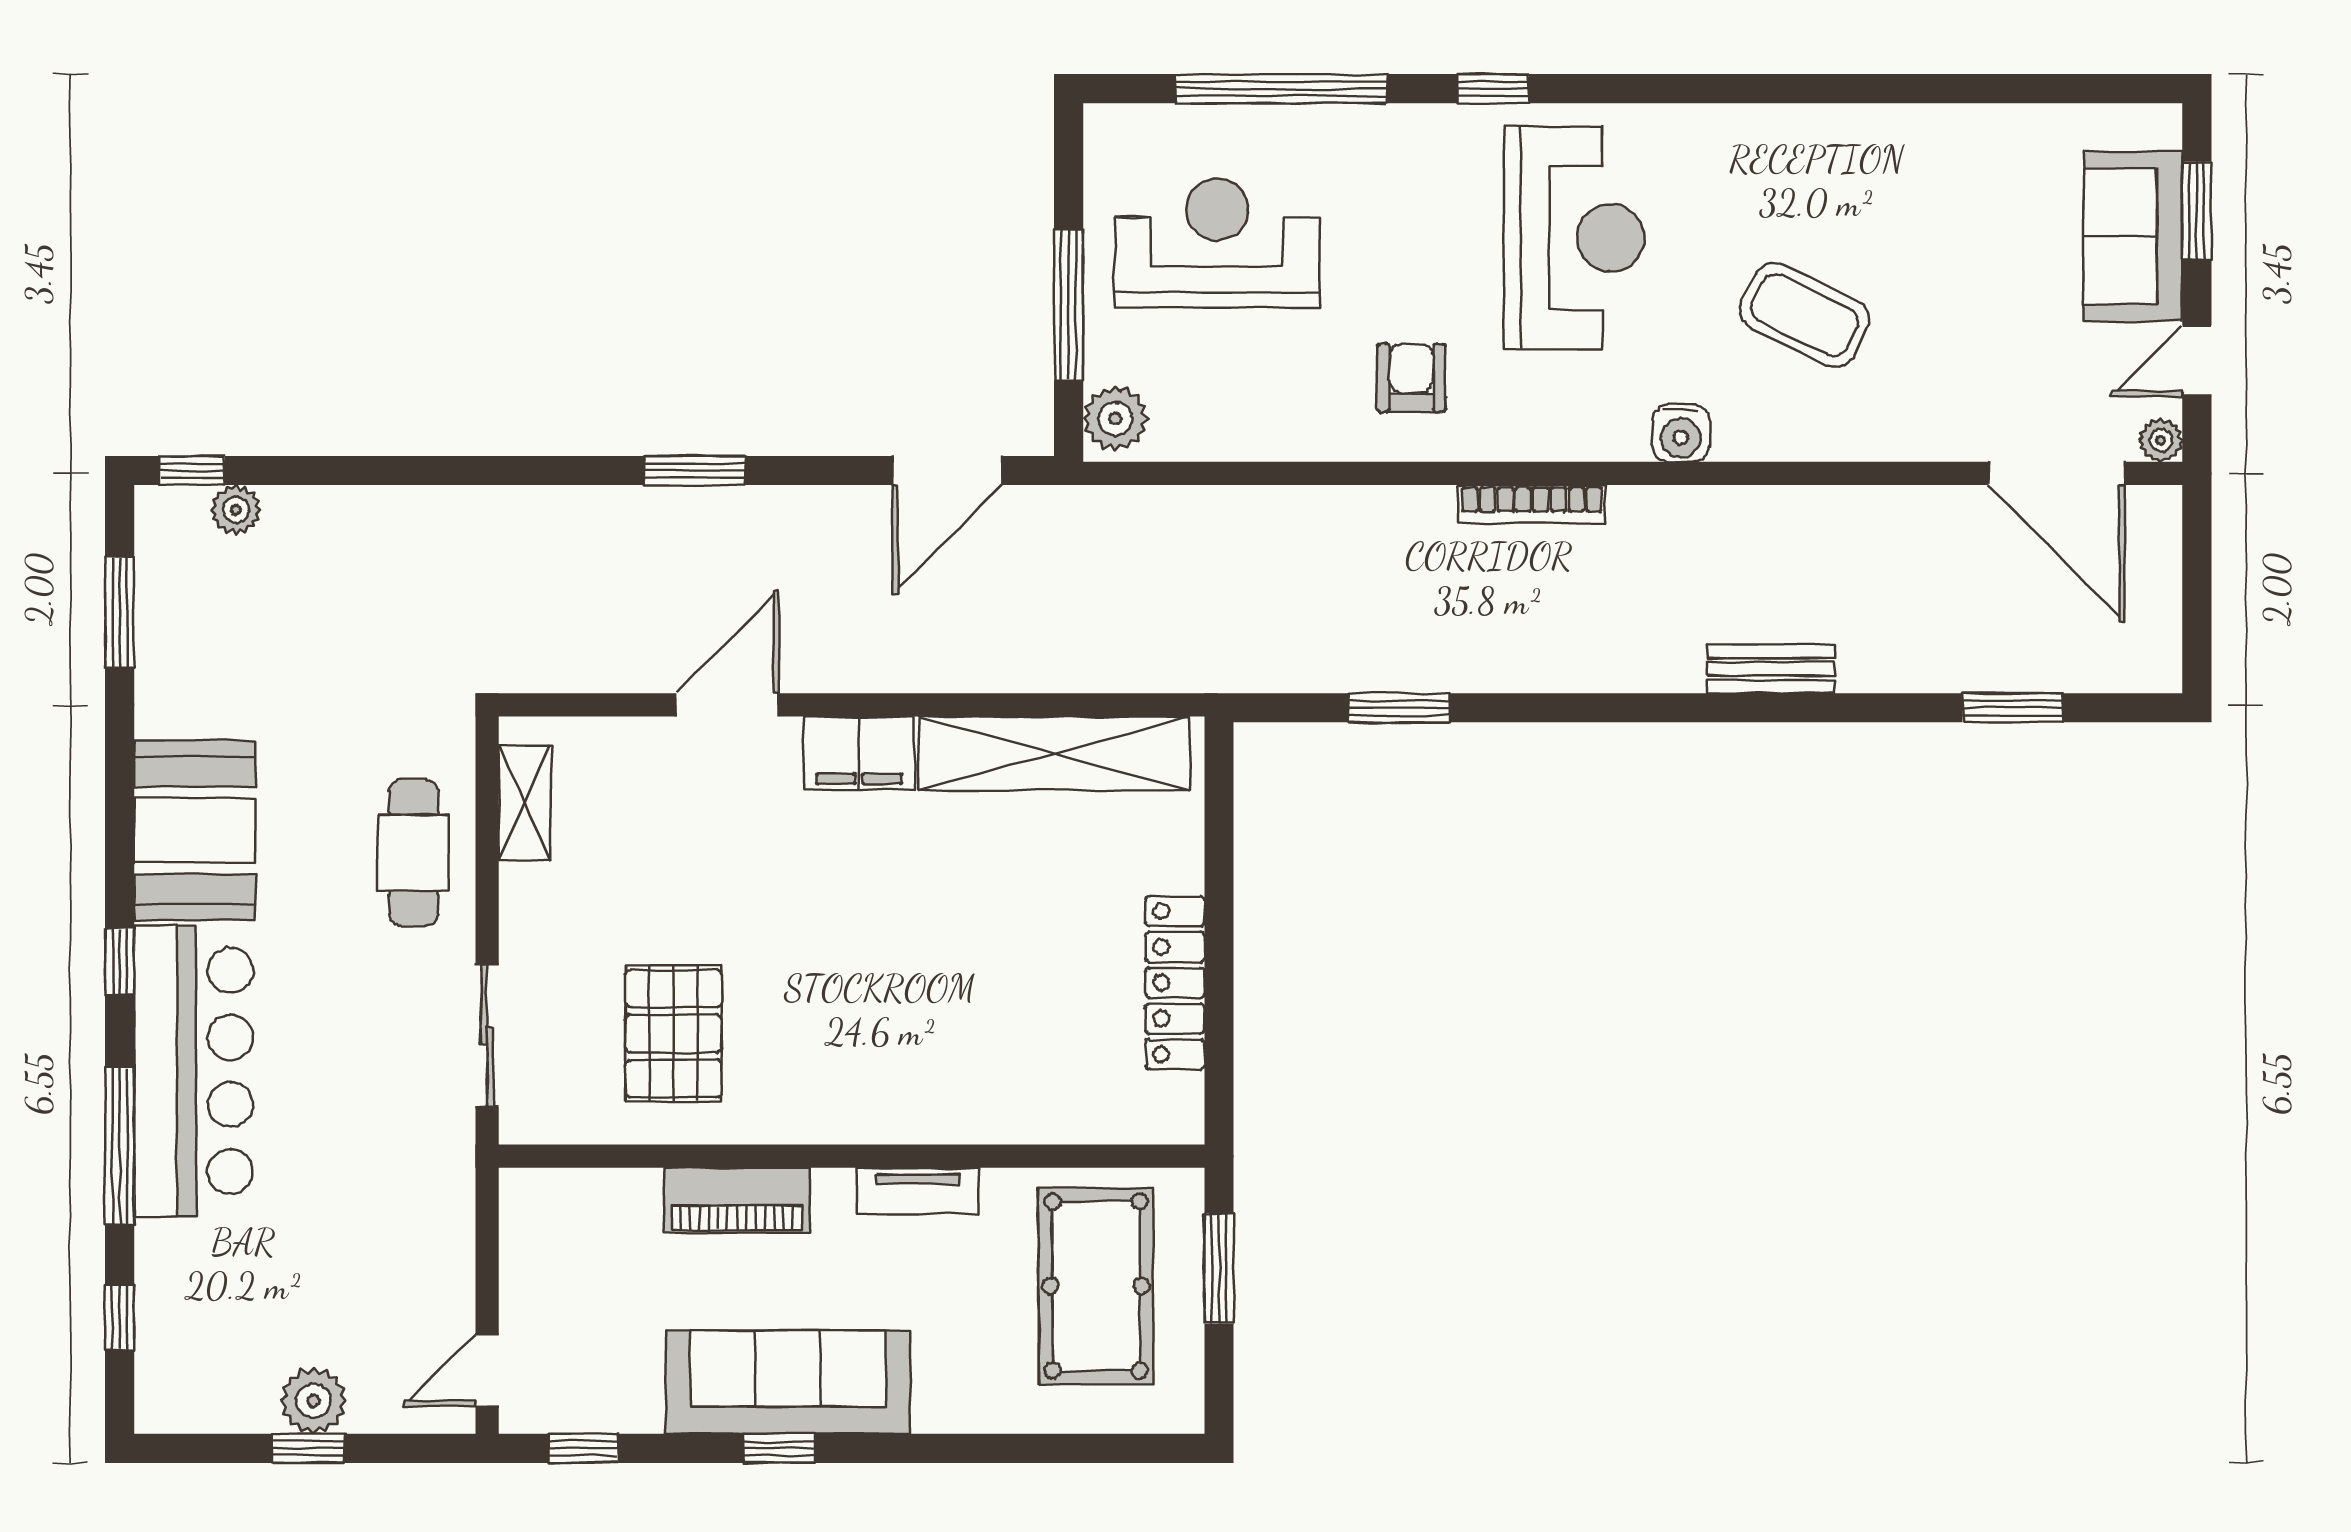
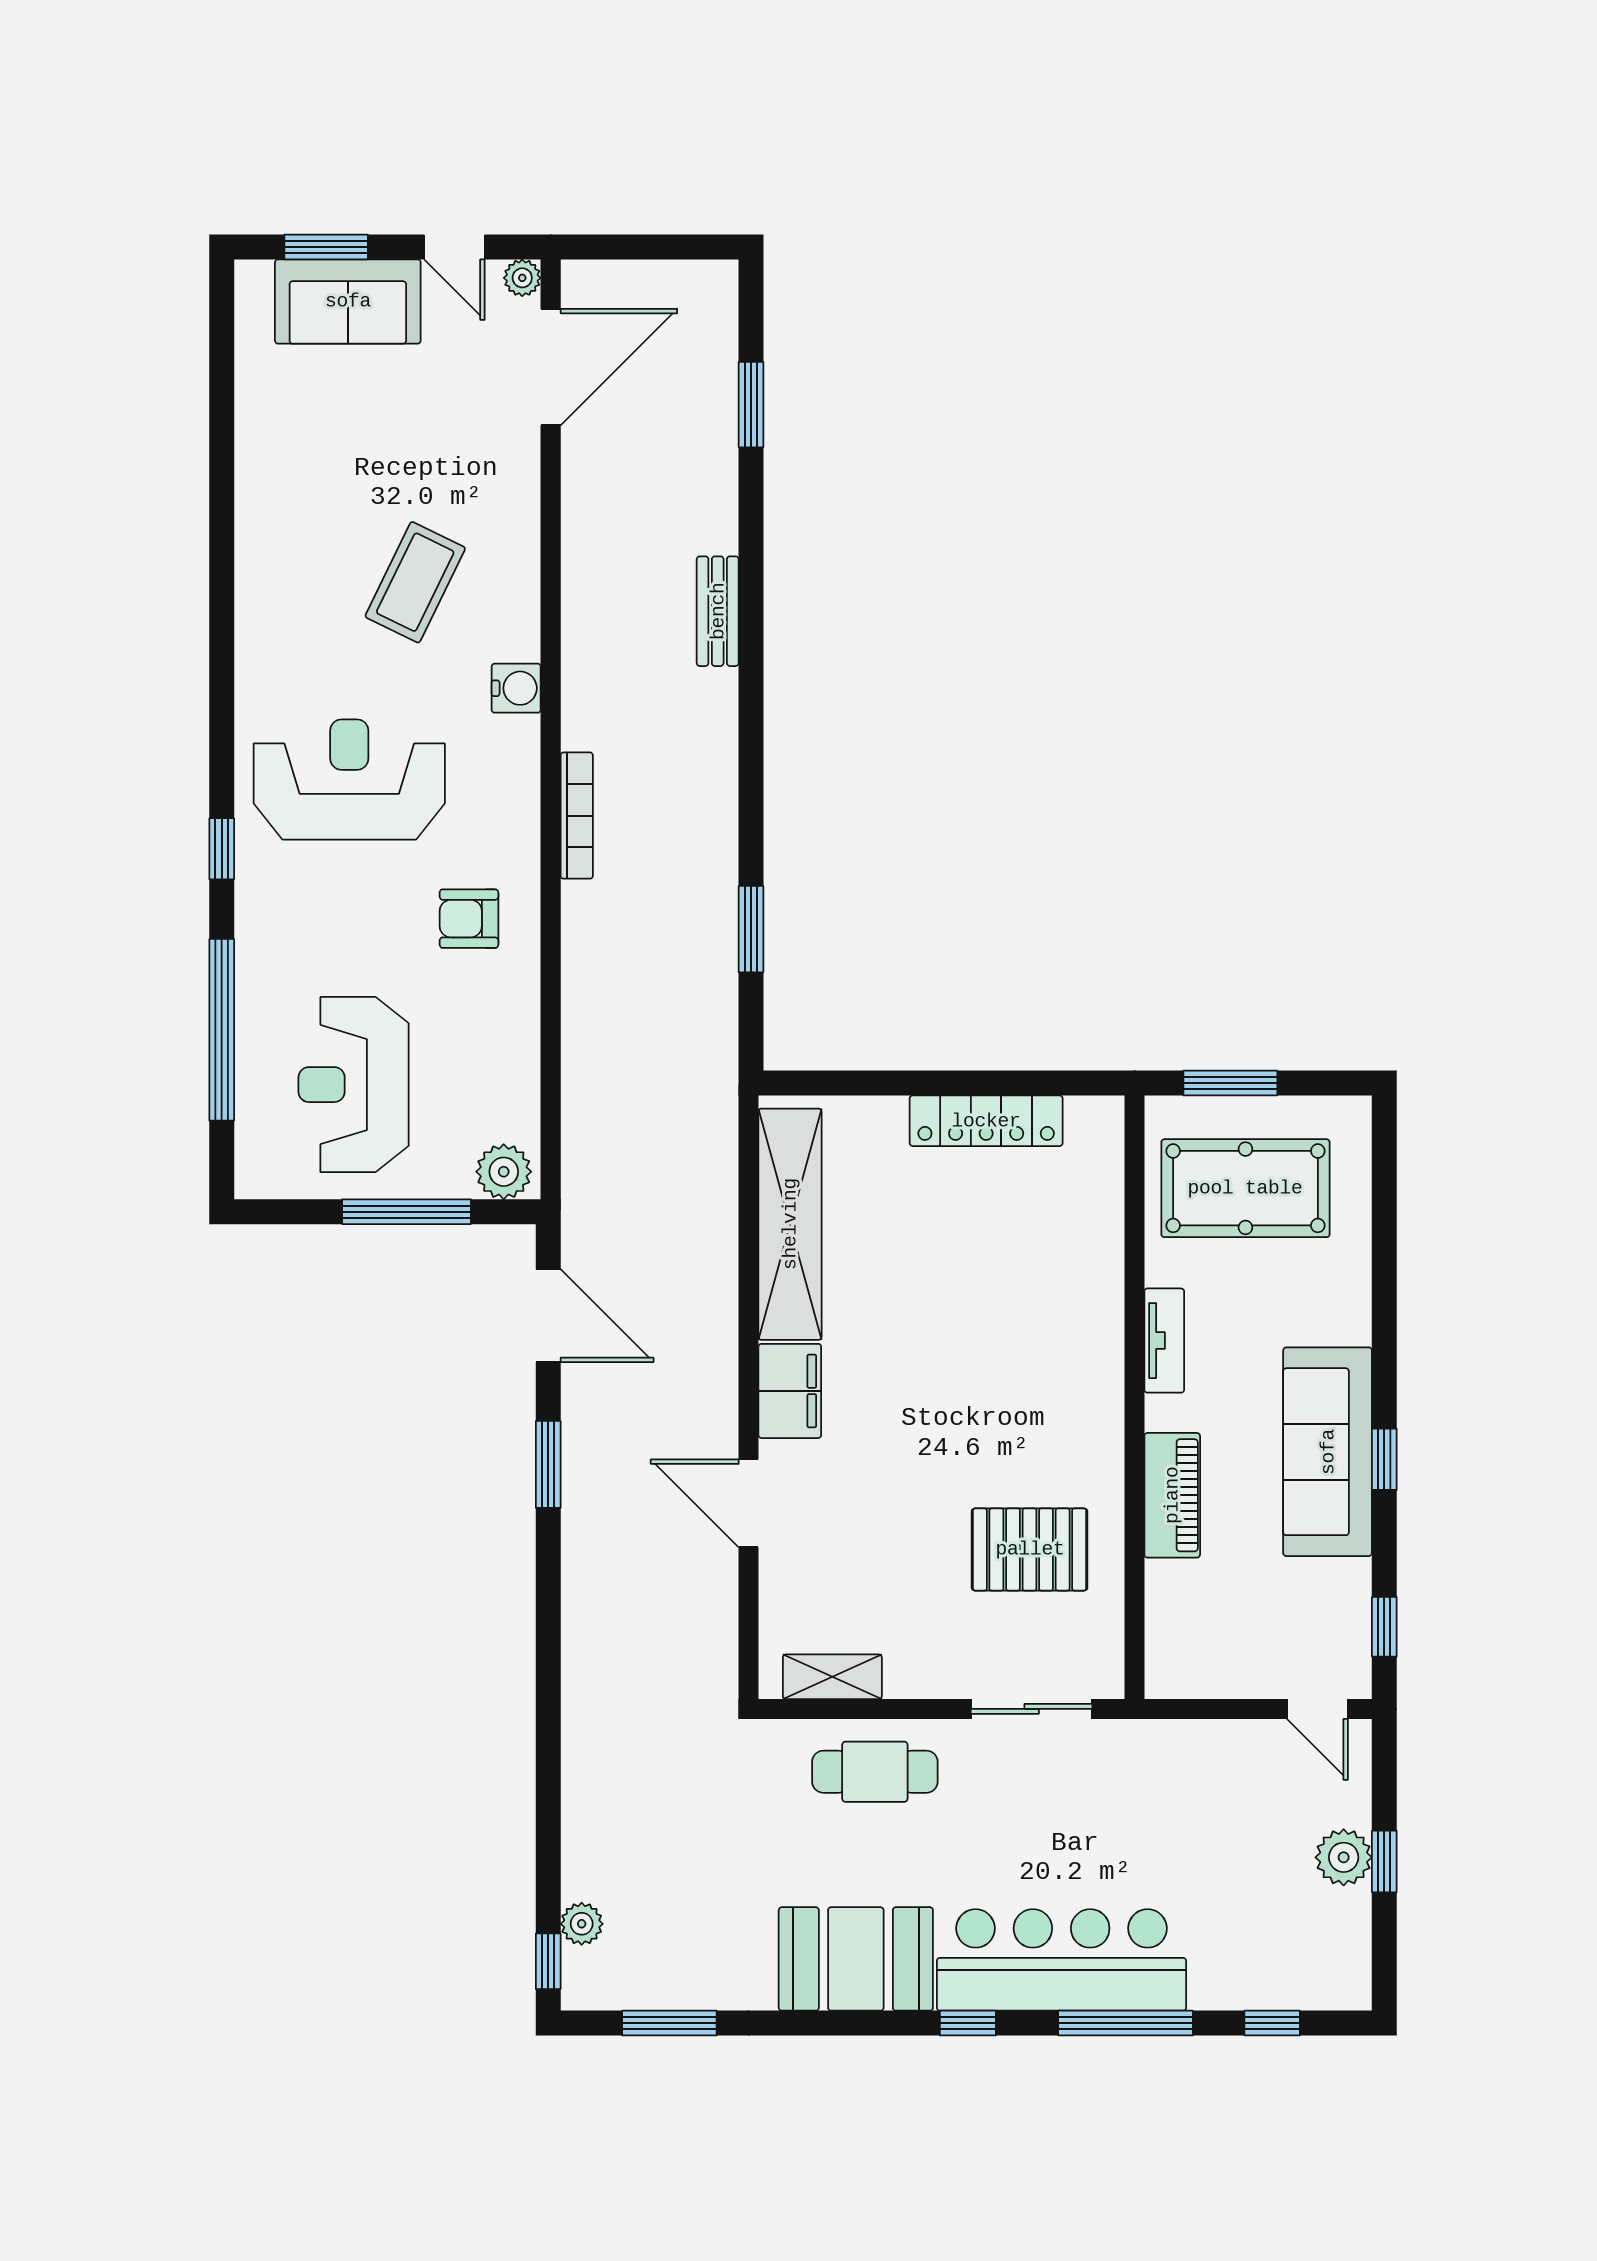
window: (695, 471) -> (548, 1464), moved

